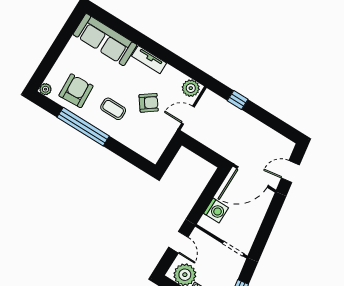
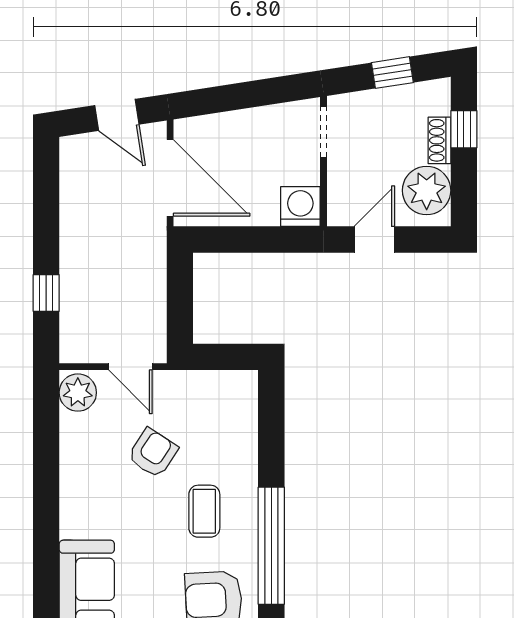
tv unit: (149, 60) -> (73, 501), removed
armchair: (149, 103) -> (153, 453), turned 69
washing machine: (216, 211) -> (300, 207), moved

